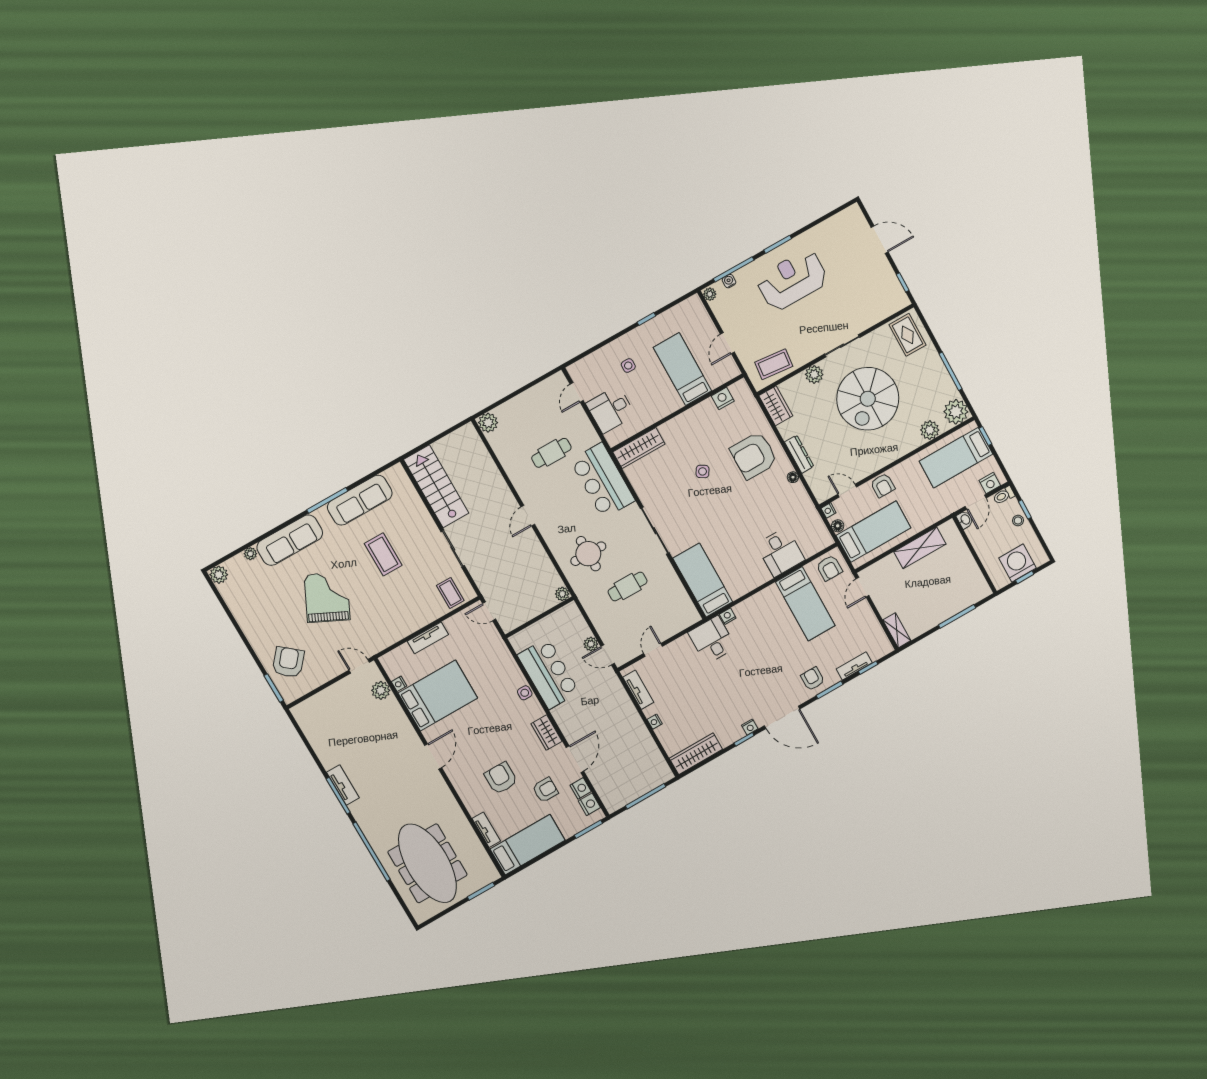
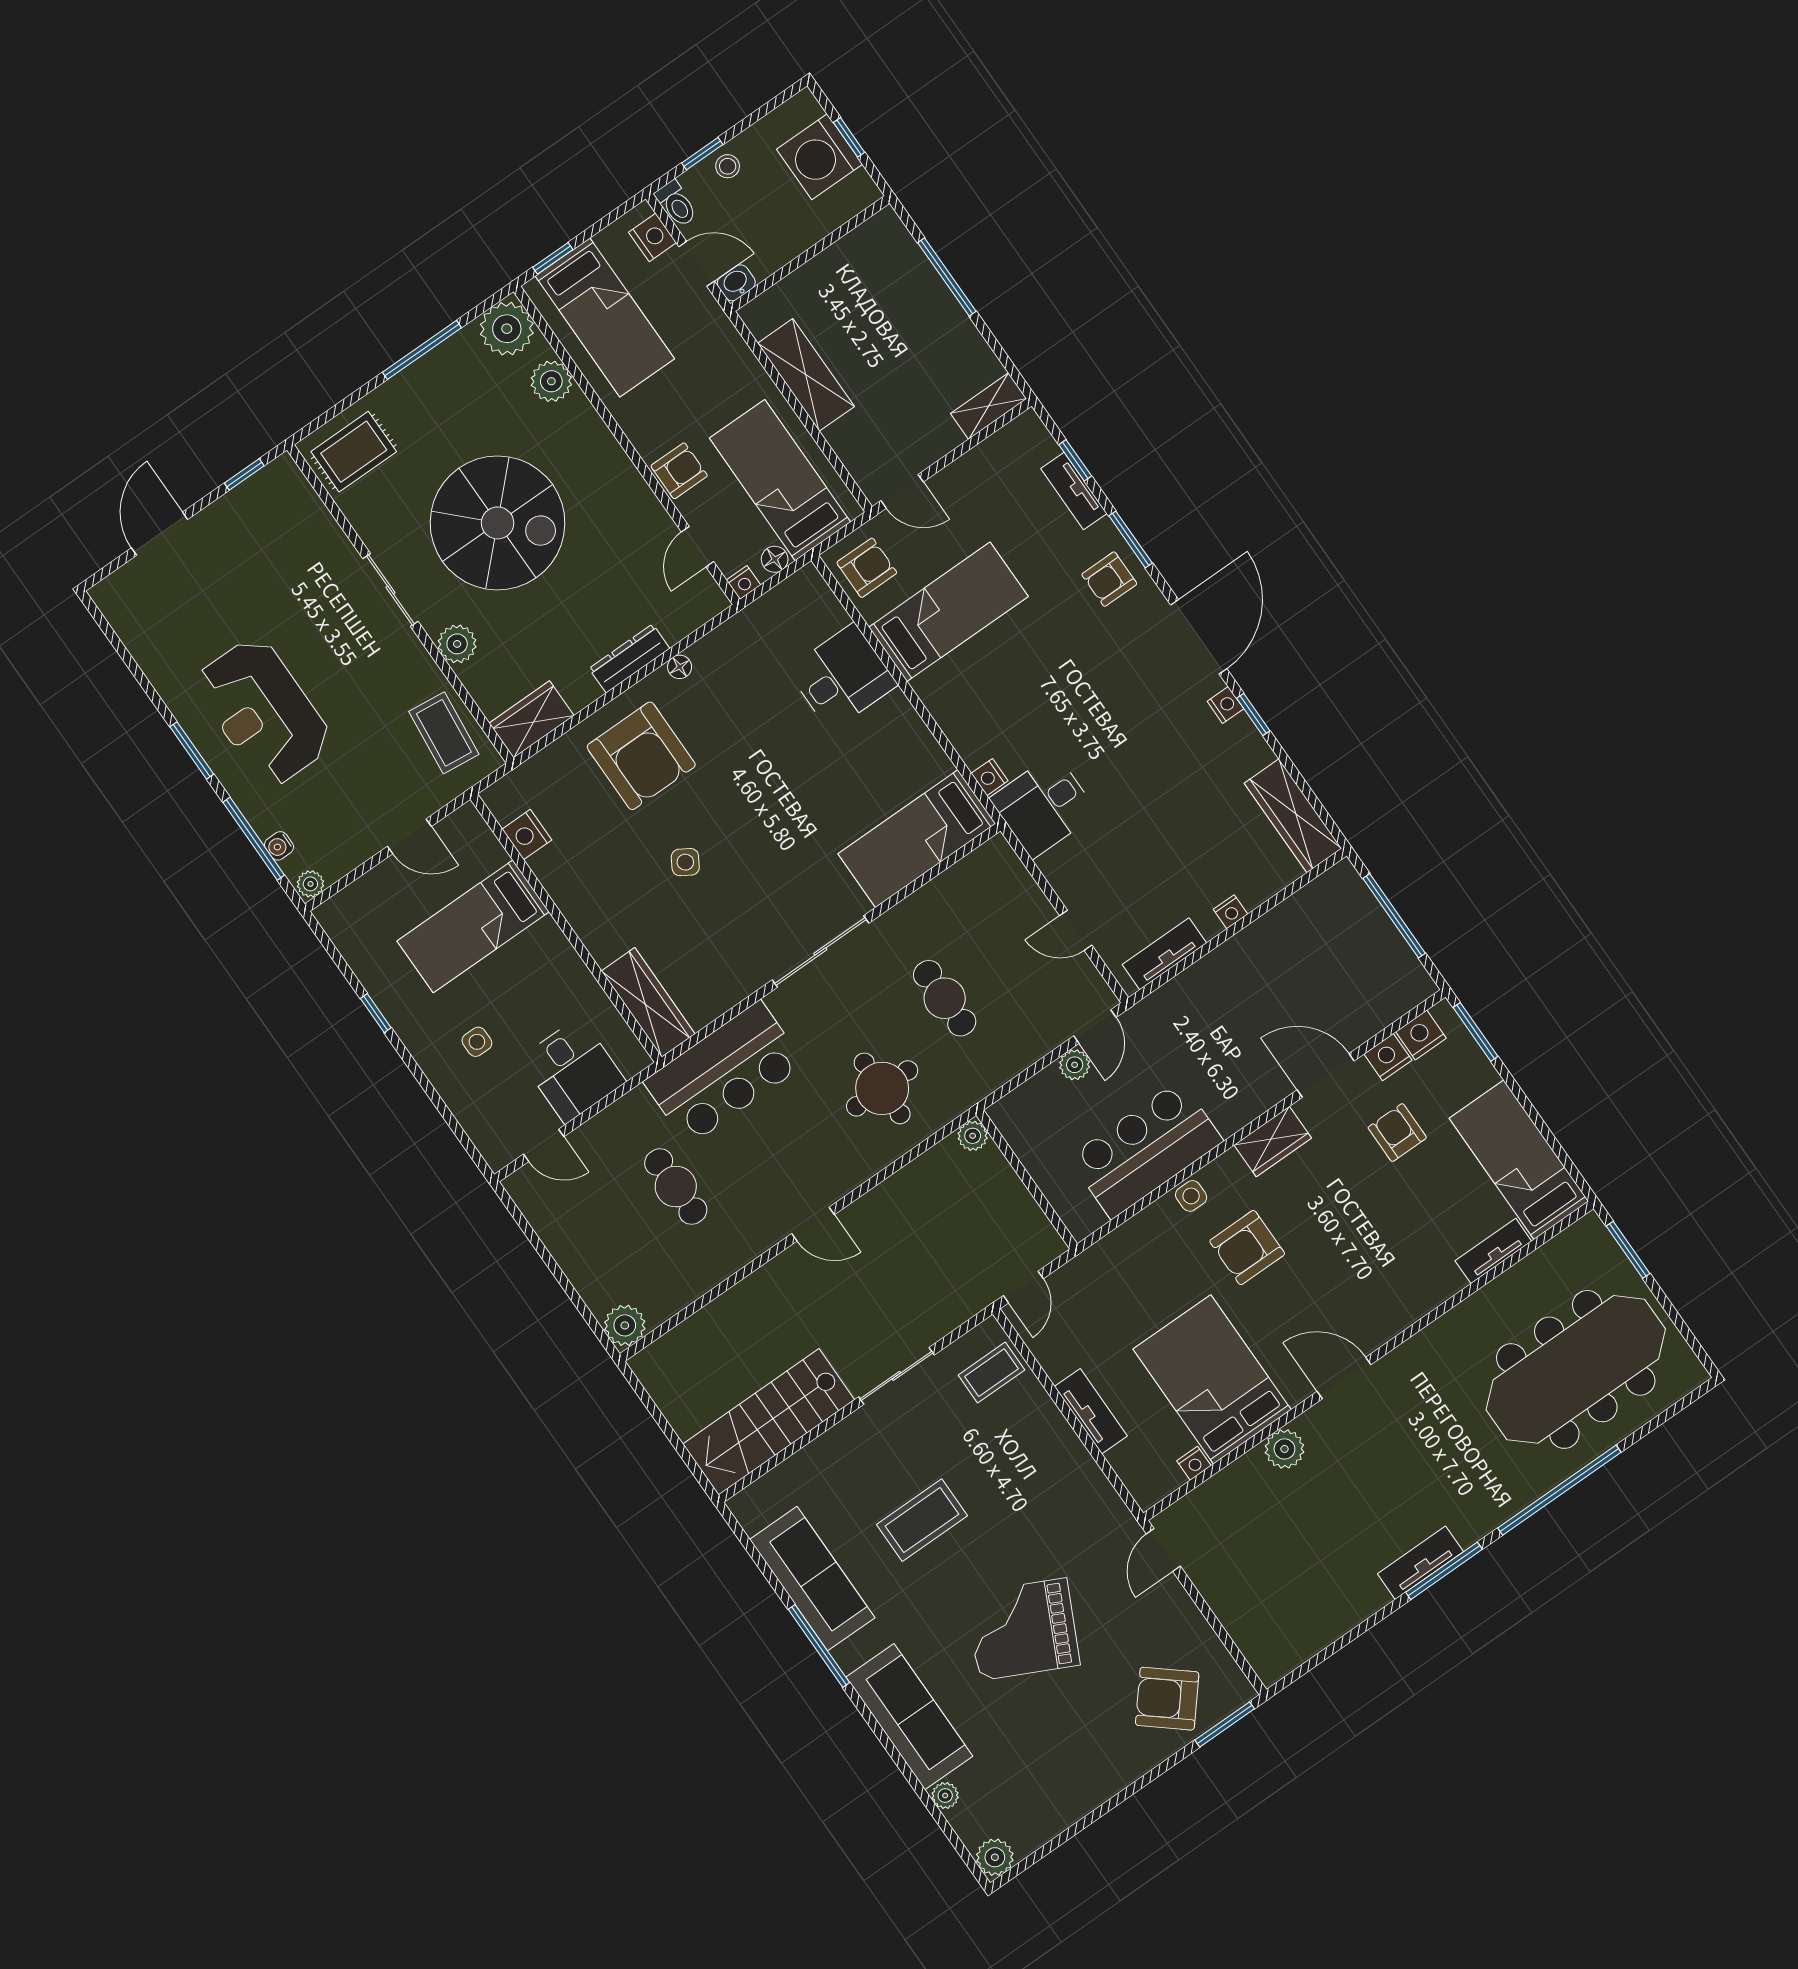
plant: (381, 690) -> (1284, 1449), moved
armchair: (501, 778) -> (1247, 1248), moved

